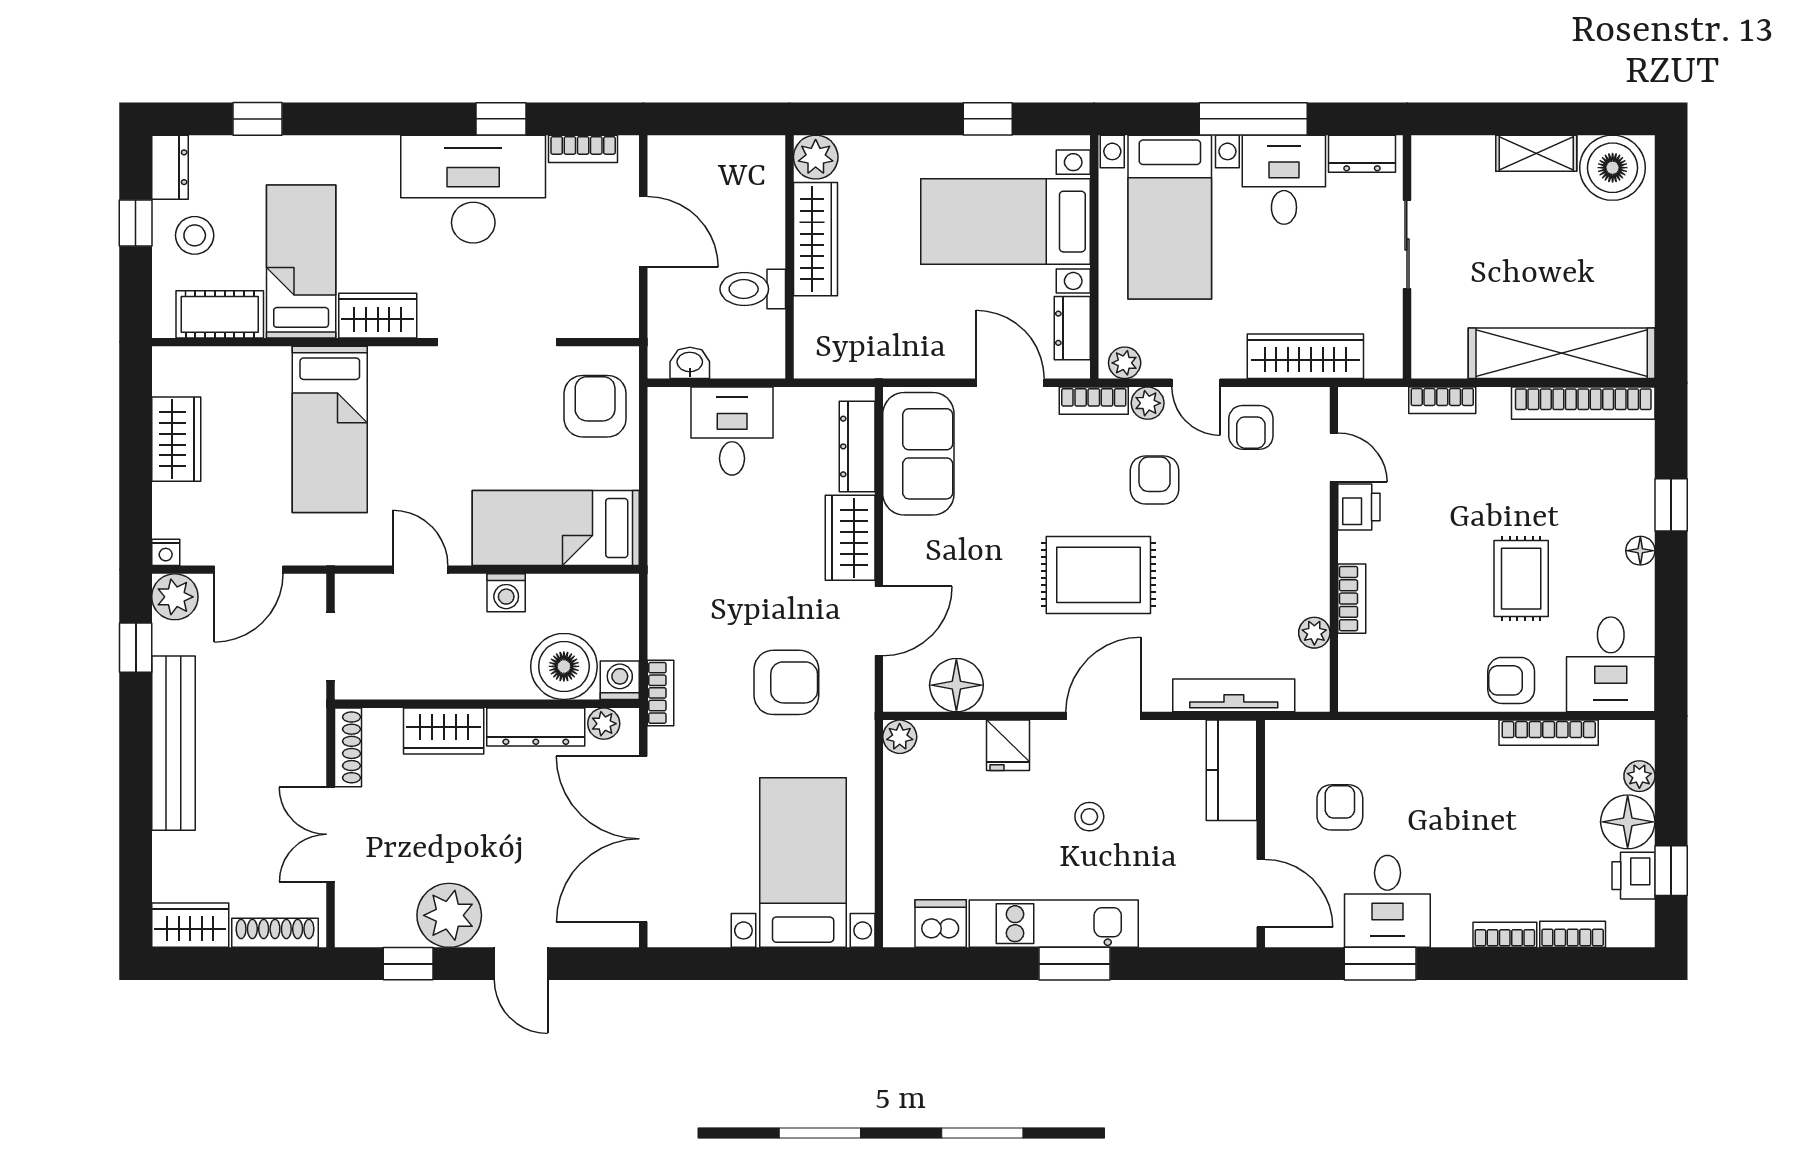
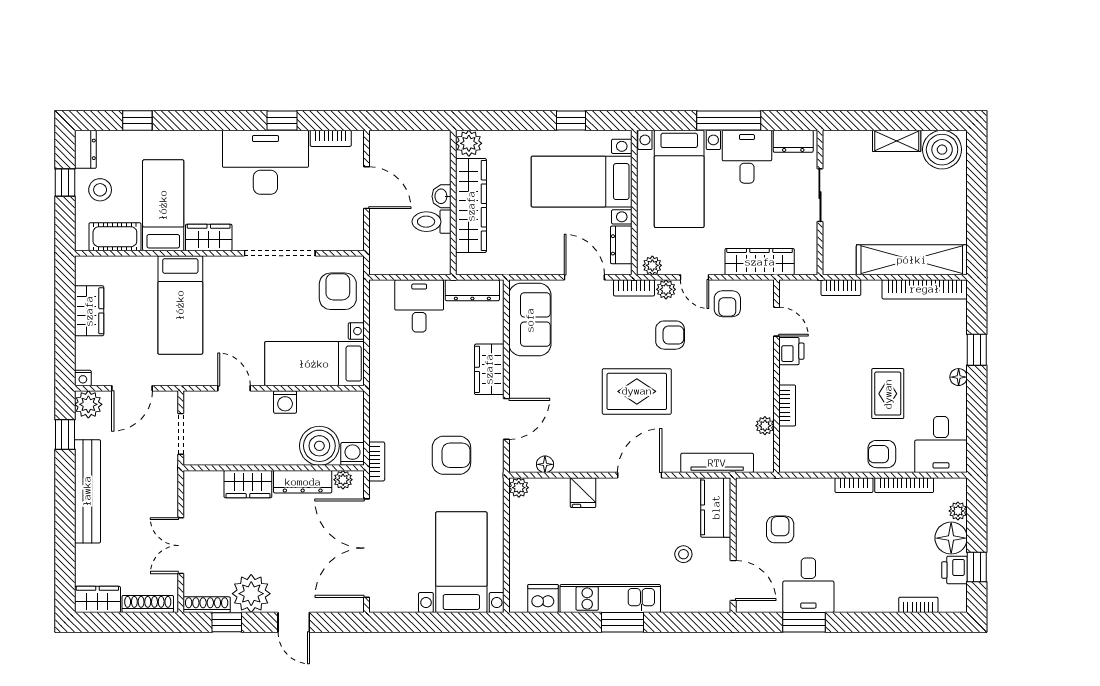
wardrobe: (816, 239) -> (471, 206), width x1.40, depth x1.17
washbasin: (690, 363) -> (442, 196), moved, turned -90
dresser: (857, 446) -> (472, 290), moved, turned -90
nightstand: (626, 473) -> (356, 331), added
armchair: (1155, 480) -> (670, 335), turned 90
floor lamp: (956, 685) -> (545, 464), width x0.53, depth x0.53
shoe rack: (348, 747) -> (207, 605), moved, turned -90
stool: (1089, 817) -> (683, 554), moved
bookcase: (1505, 935) -> (854, 485), moved, turned 180

